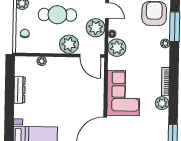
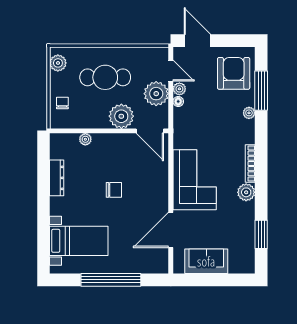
plant: (117, 48) -> (179, 89), moved, width x0.53, depth x0.53
chair: (62, 100) -> (114, 190), added

